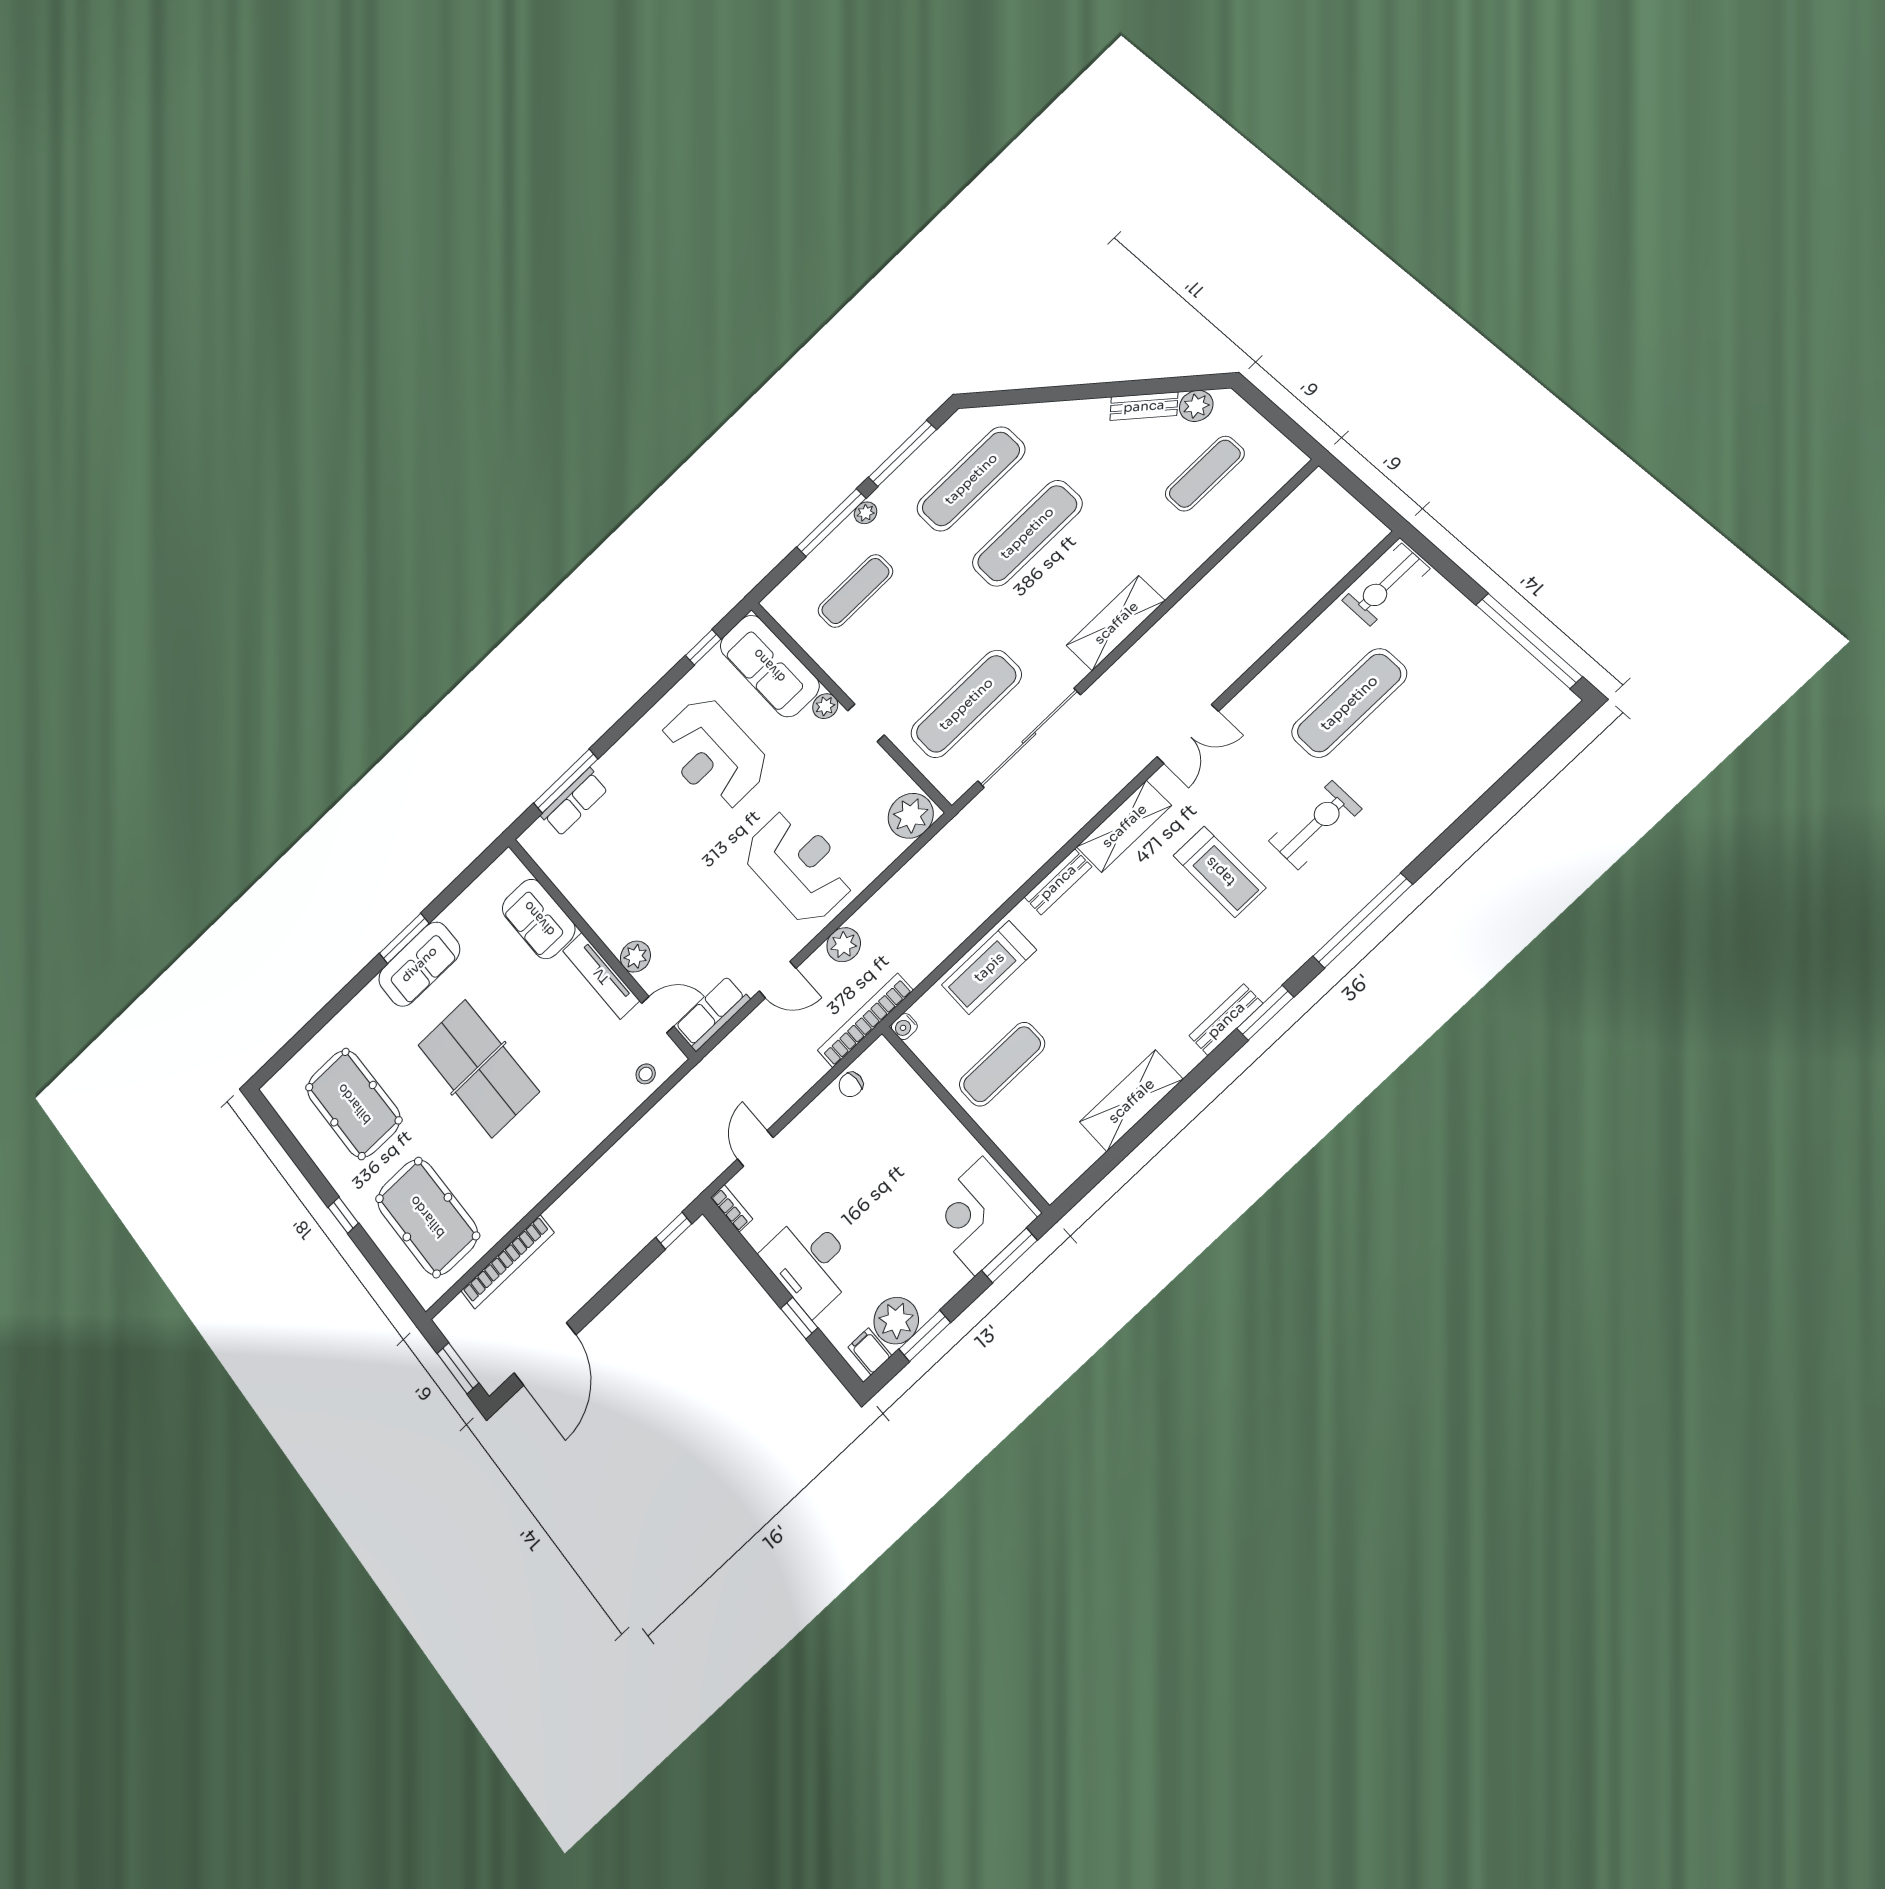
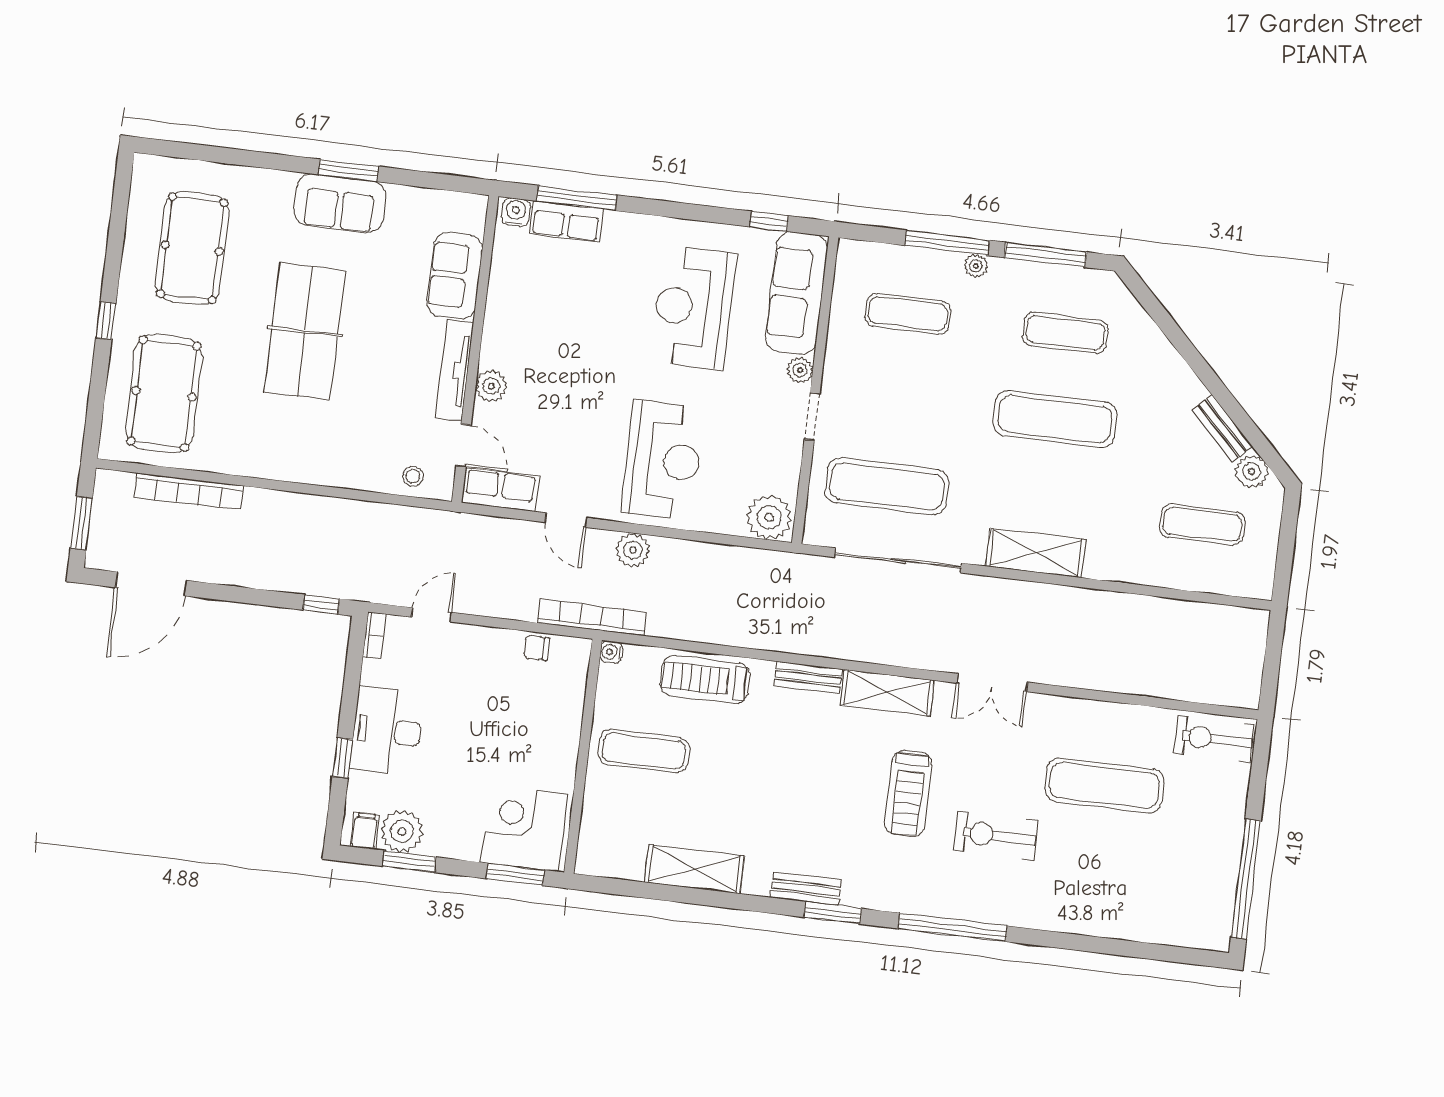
exercise mat: (971, 479) -> (1065, 333), width x0.73, depth x0.69
exercise bike: (1315, 825) -> (996, 835), turned 180
water cooler: (536, 835) -> (516, 212), added

